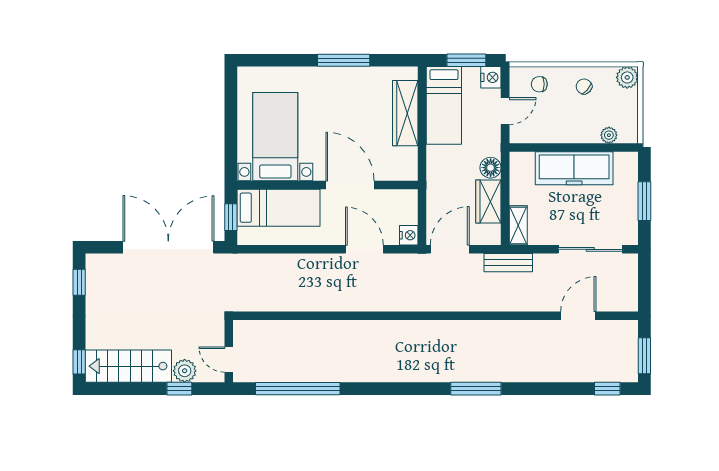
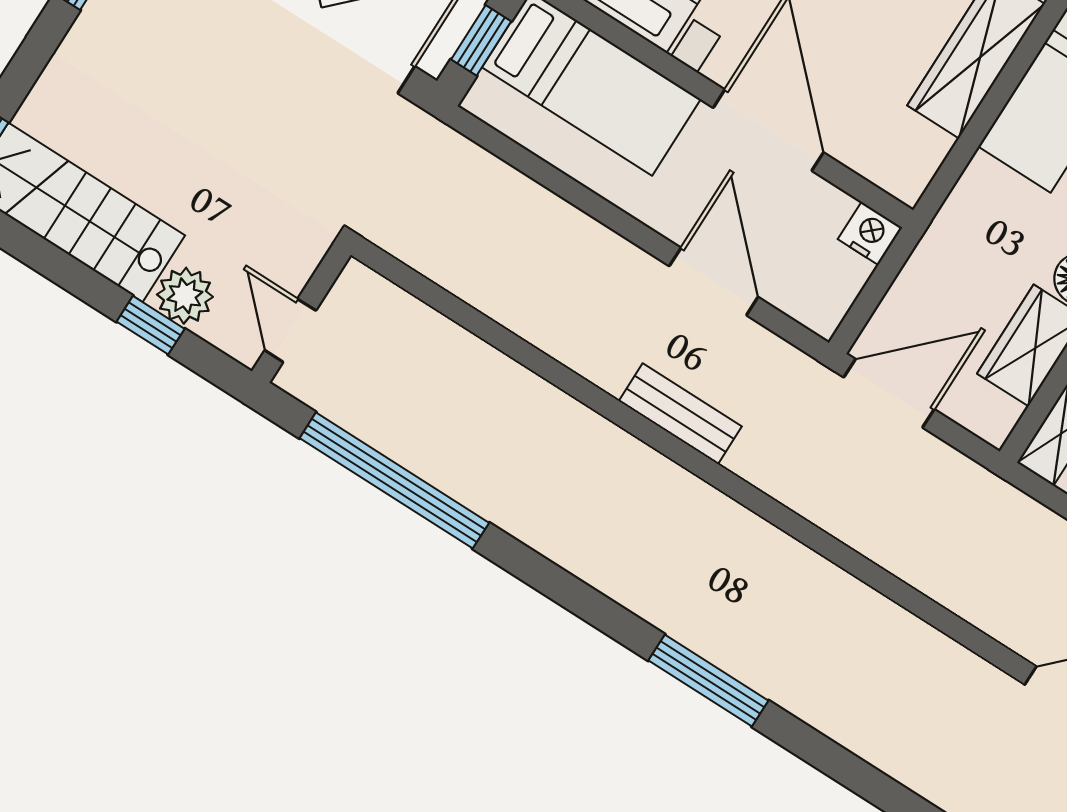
nightstand: (409, 235) -> (870, 233), moved, turned -90
bench: (508, 263) -> (680, 414), moved
window: (476, 389) -> (708, 681), moved

